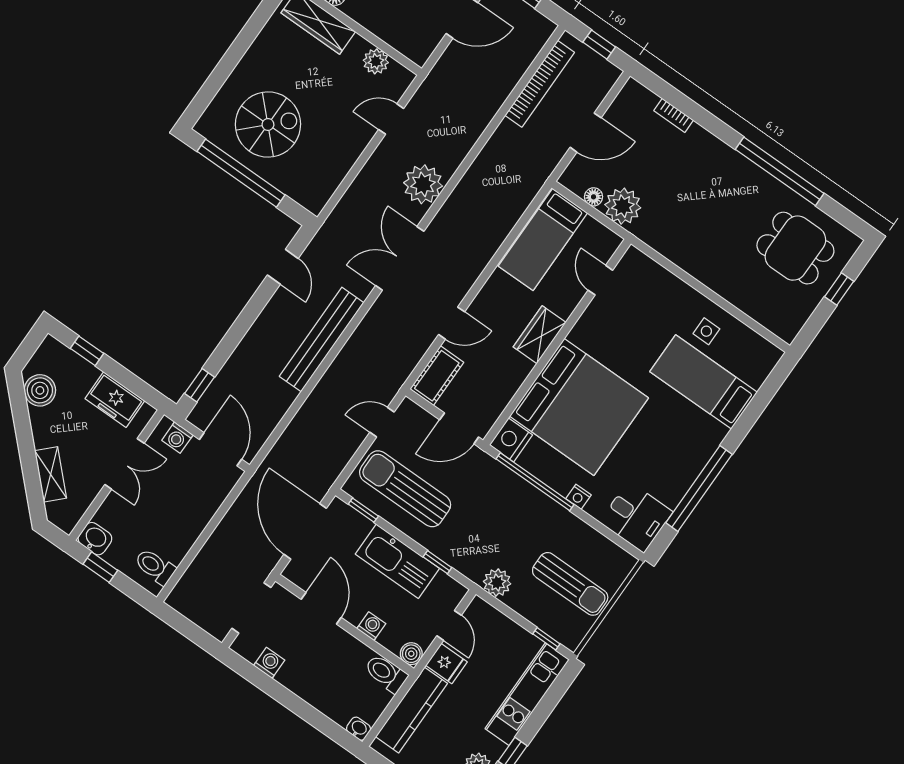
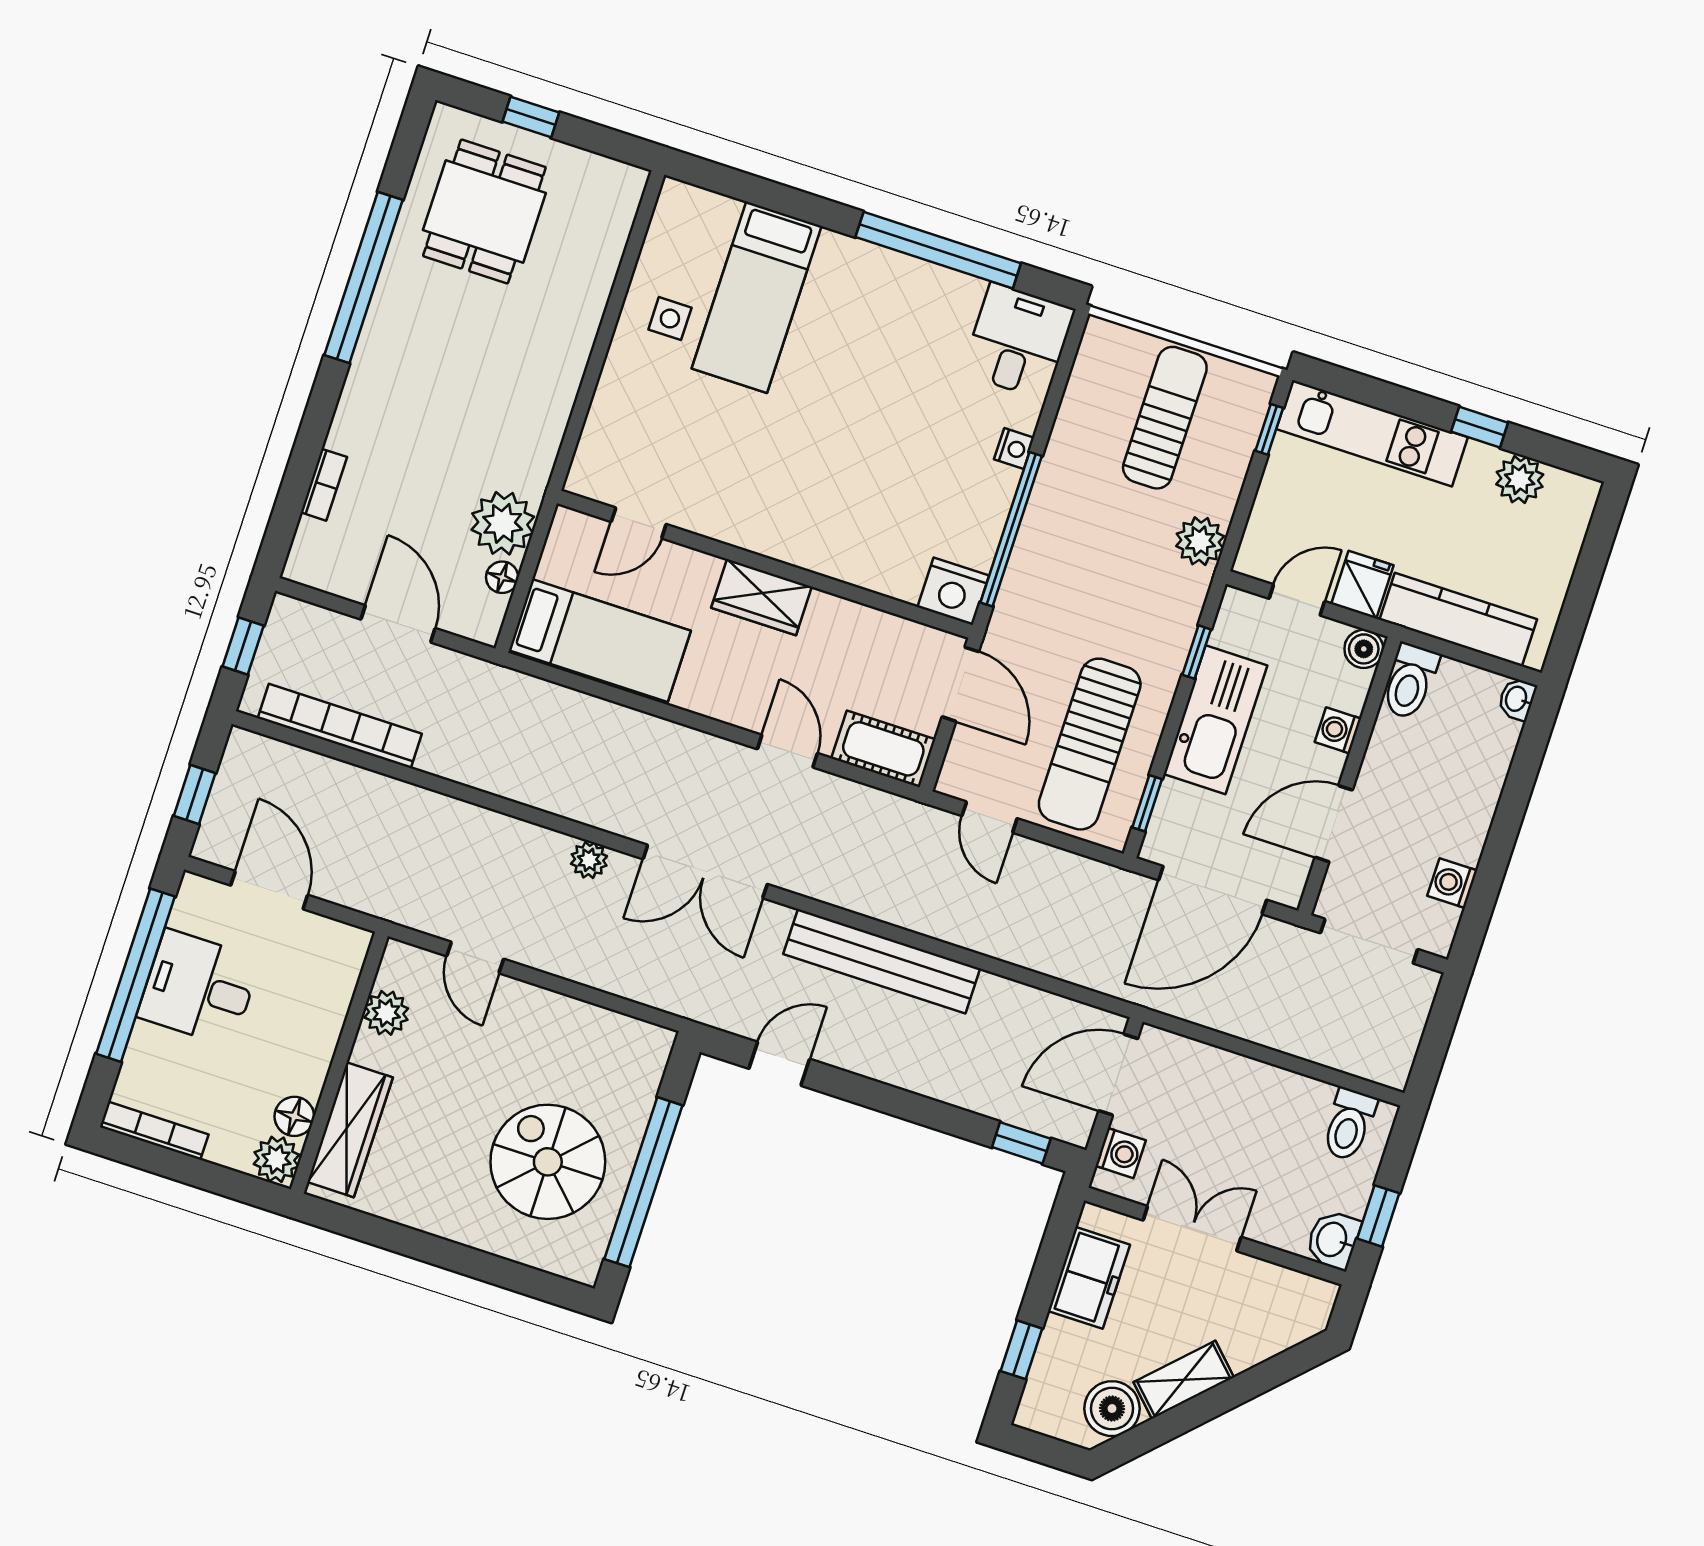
plant: (423, 184) -> (589, 860), width x0.53, depth x0.53
bed: (579, 407) -> (863, 494), removed
shelving: (51, 474) -> (1184, 1380), moved

